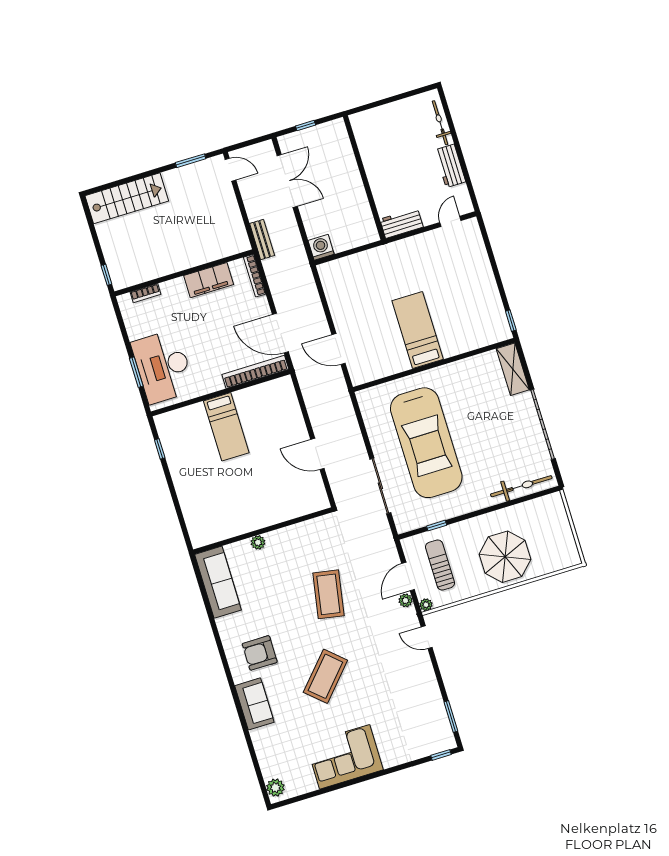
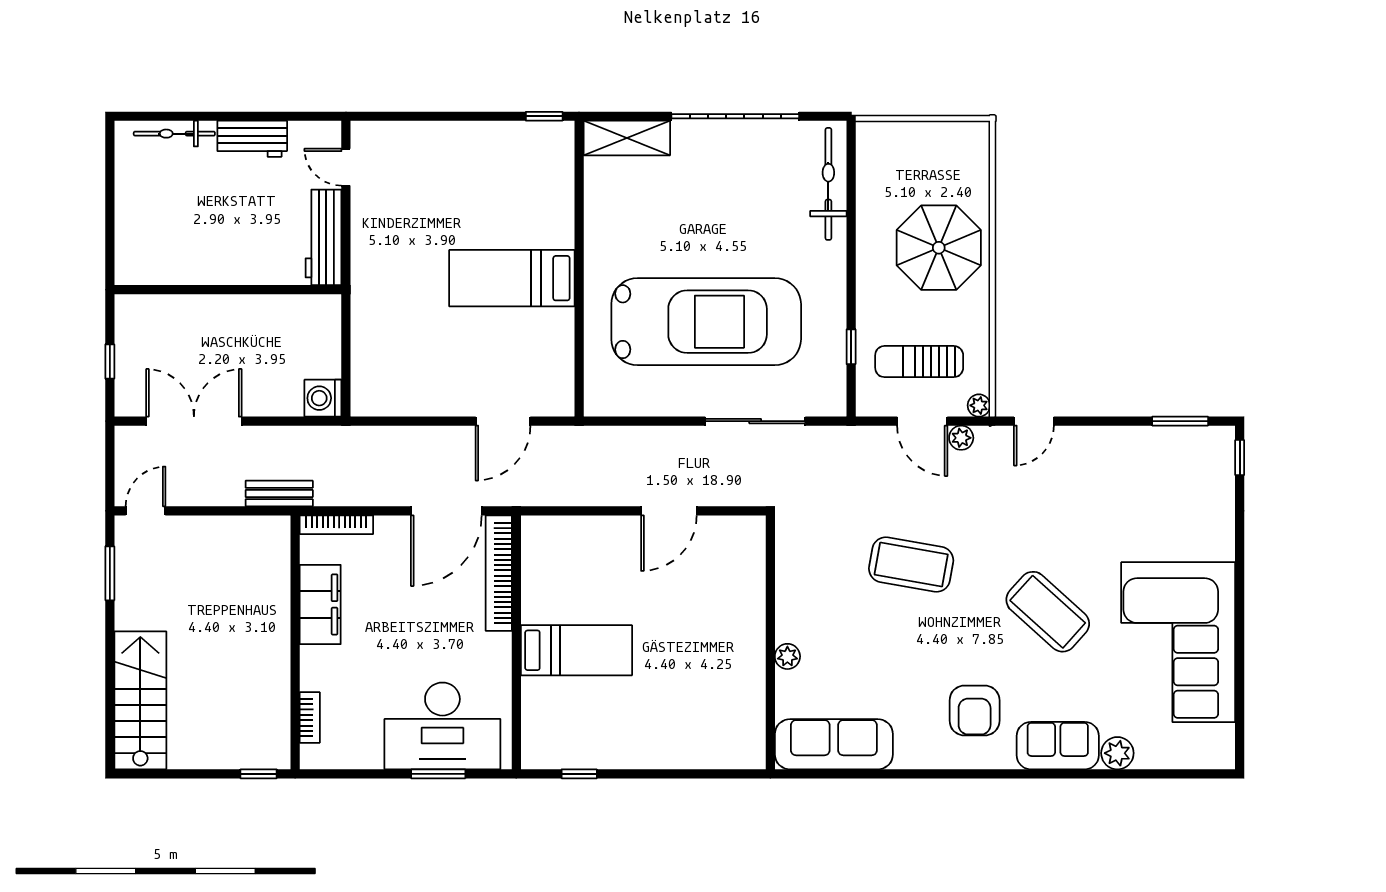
workbench: (401, 223) -> (323, 237), width x1.38
corner sofa: (345, 757) -> (1178, 642), width x1.36, depth x1.36
plant: (275, 788) -> (1117, 753), moved

